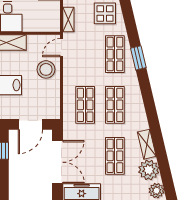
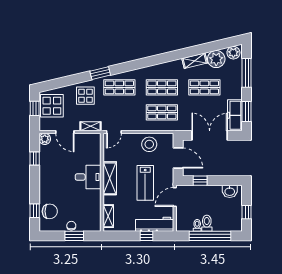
door: (61, 48) -> (114, 132), hinge flipped
window: (138, 58) -> (100, 73), moved
stool: (46, 69) -> (149, 144), moved

